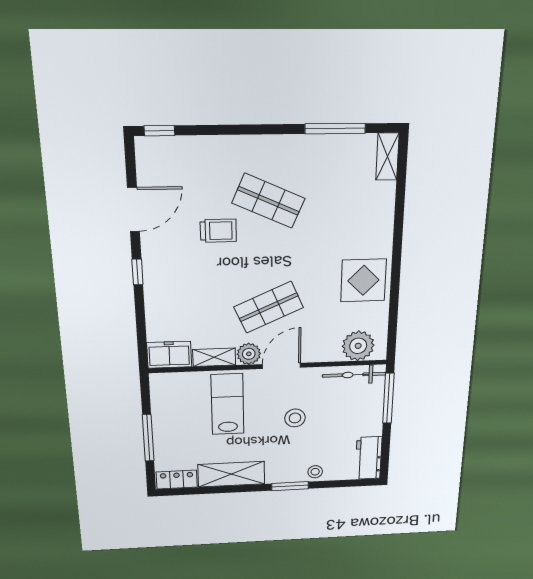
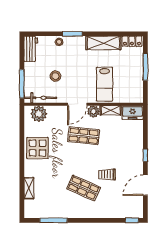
shelving: (387, 157) -> (29, 188), moved
shop shelf: (269, 307) -> (84, 136), turned 30
stool: (295, 418) -> (55, 76), moved

